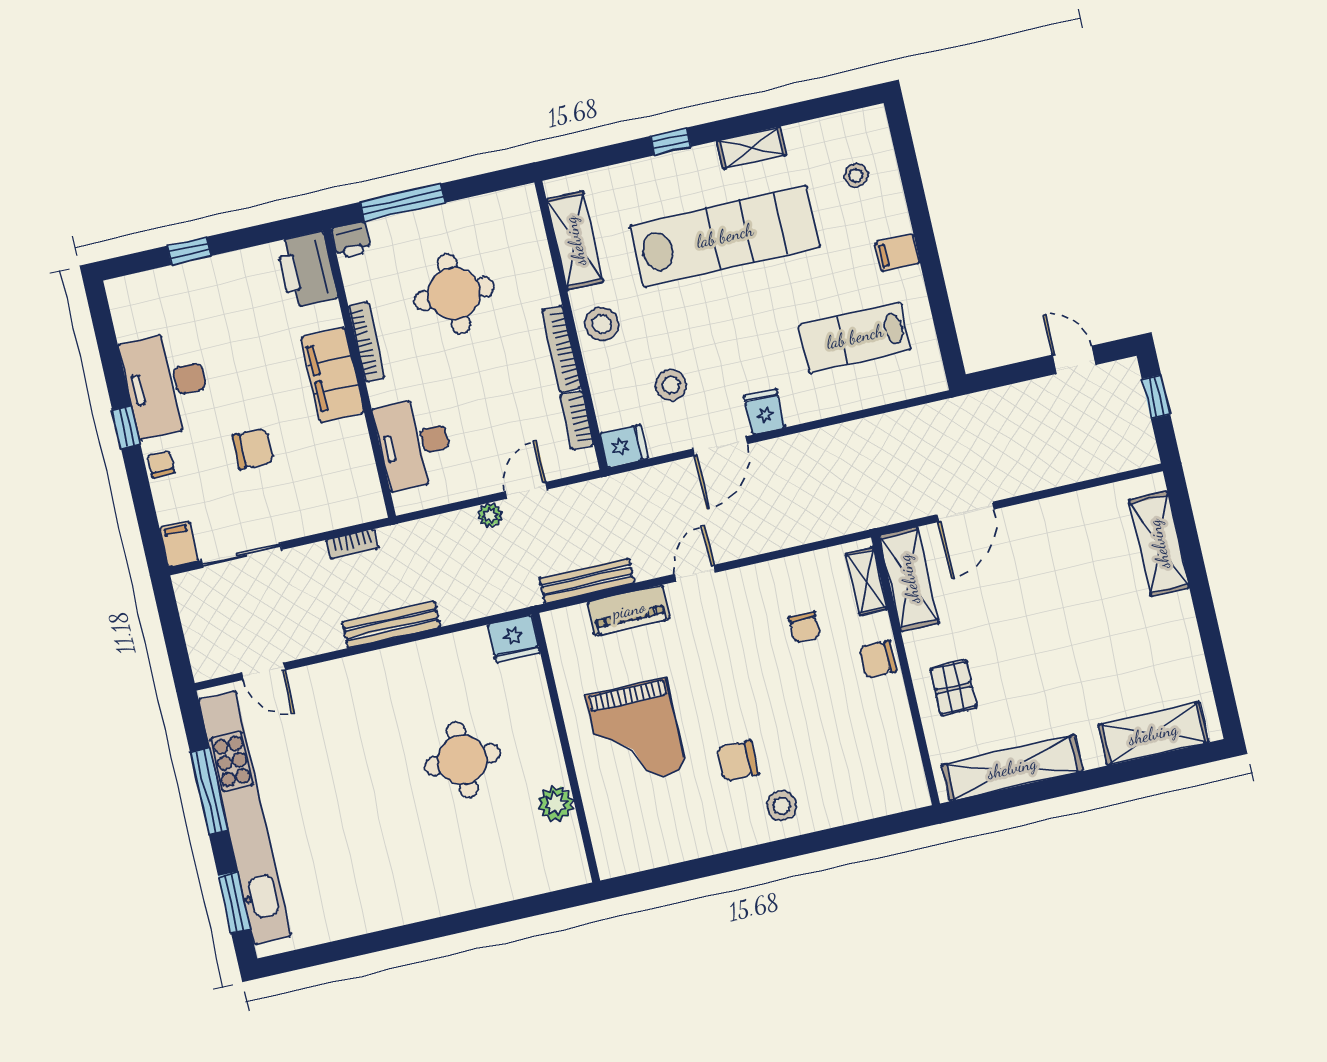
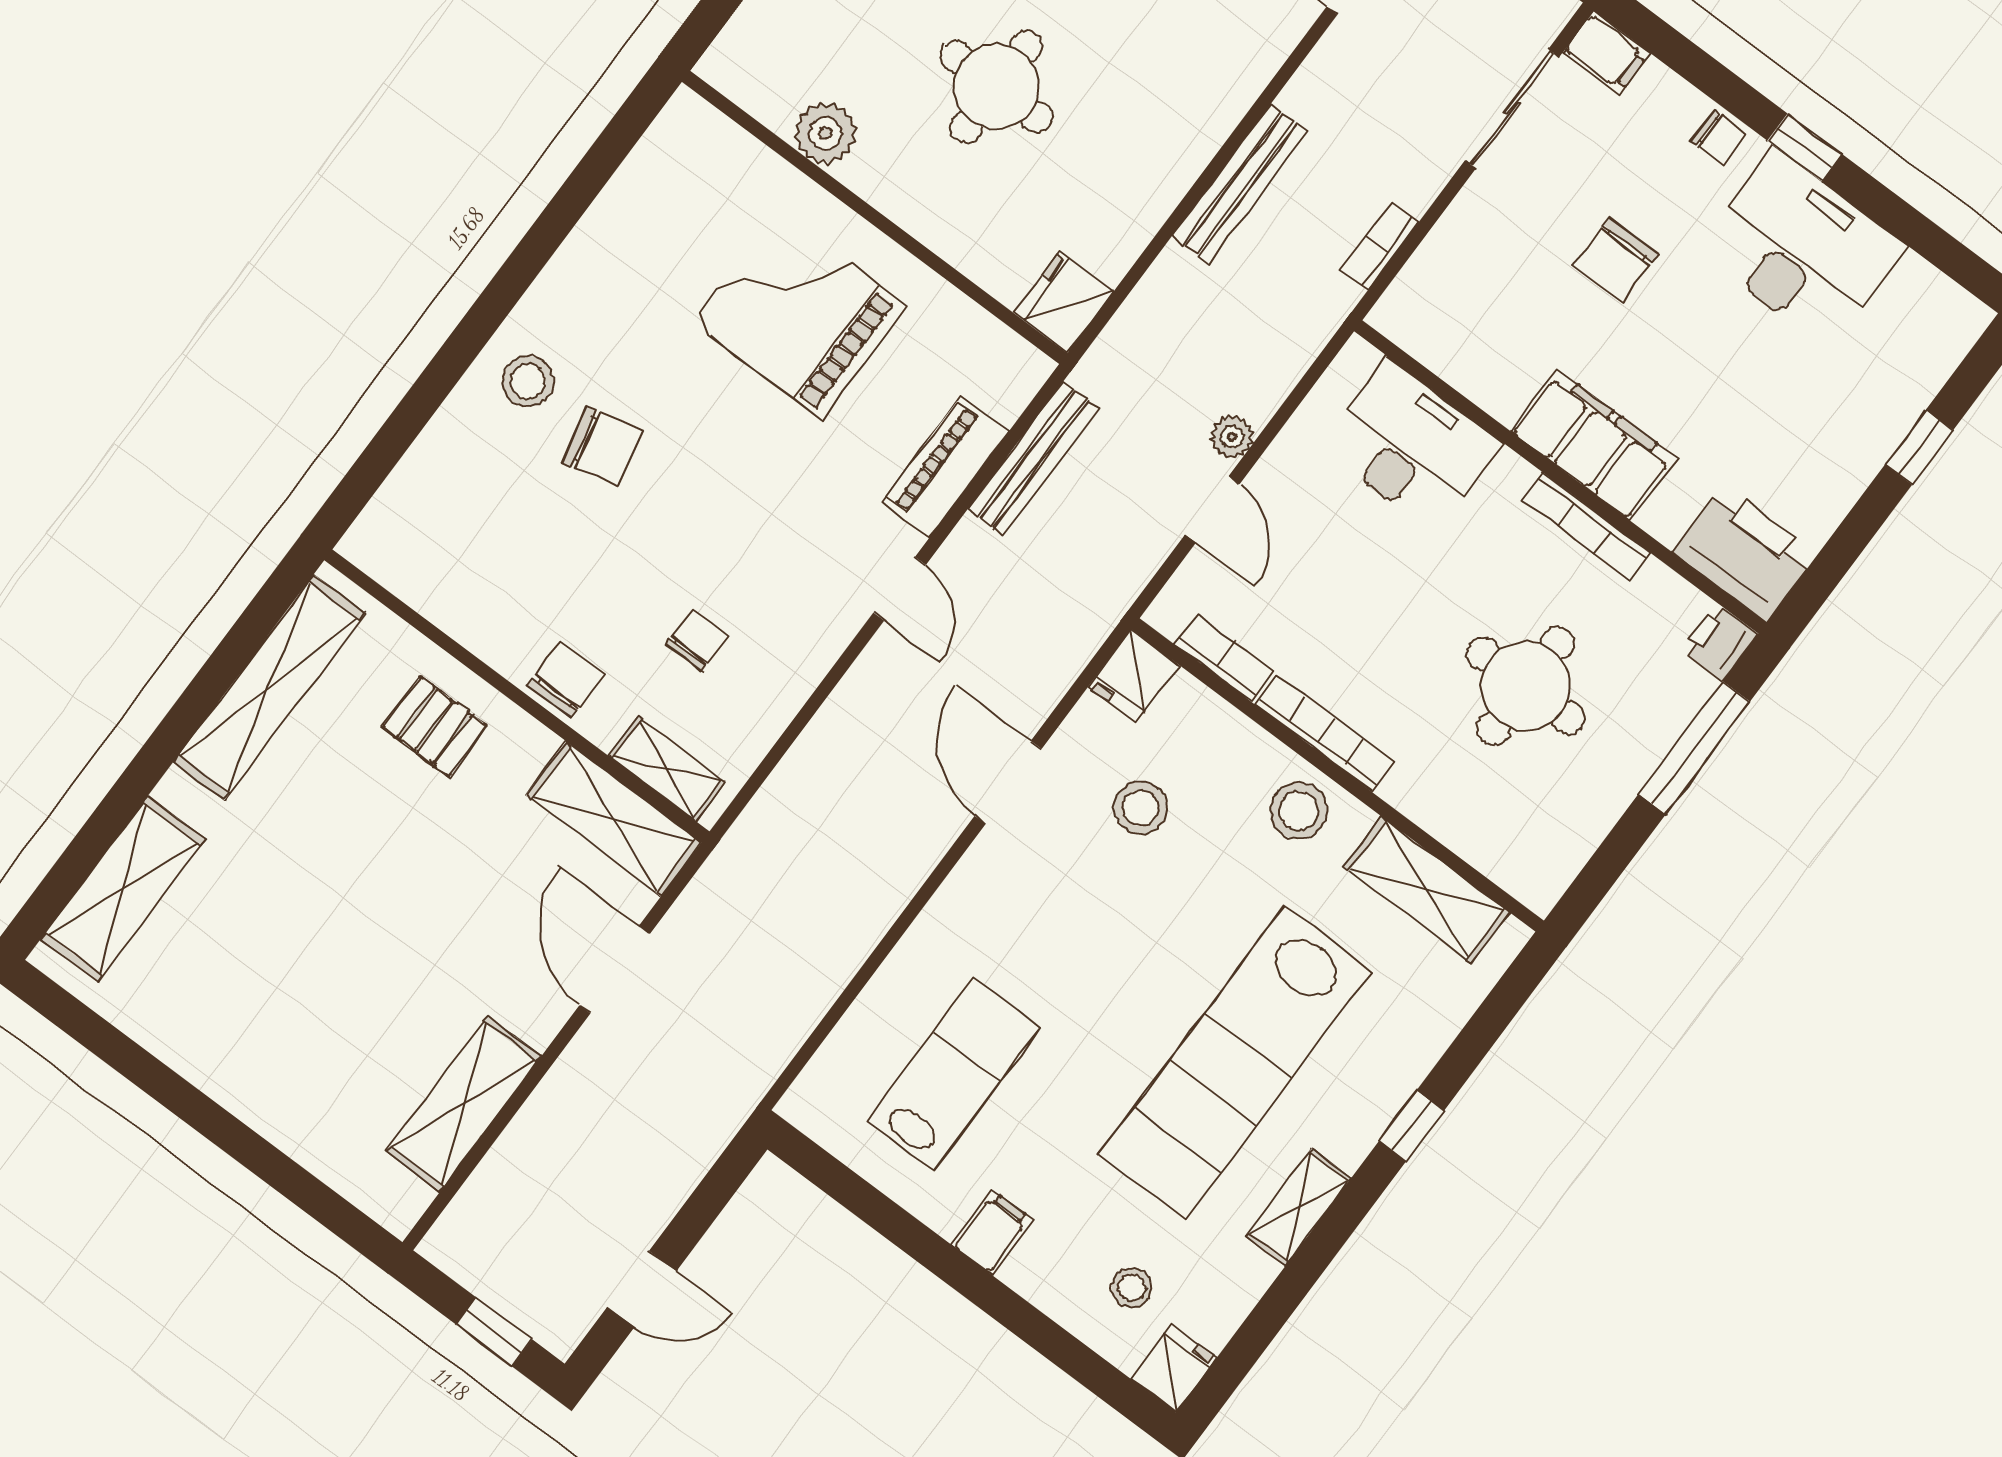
fridge: (764, 412) -> (1173, 1368), moved, turned -90
shelving: (1159, 544) -> (464, 1104), moved, turned 90
chair: (804, 627) -> (697, 640), turned 90
chair: (738, 761) -> (602, 446), moved, turned 77

